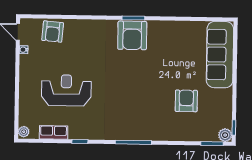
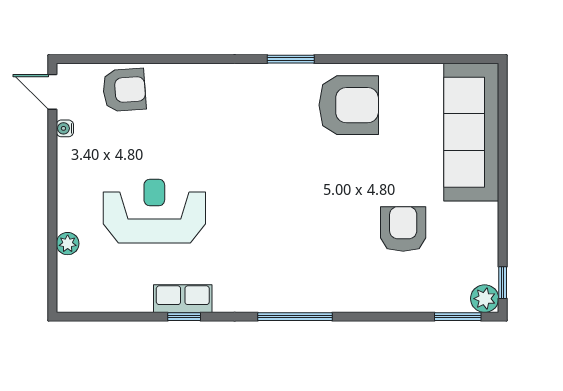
armchair: (53, 32) -> (124, 90), turned -99
armchair: (132, 35) -> (349, 105), moved, turned -90
plant: (24, 132) -> (68, 244), moved
row of seats: (54, 132) -> (183, 299), moved

